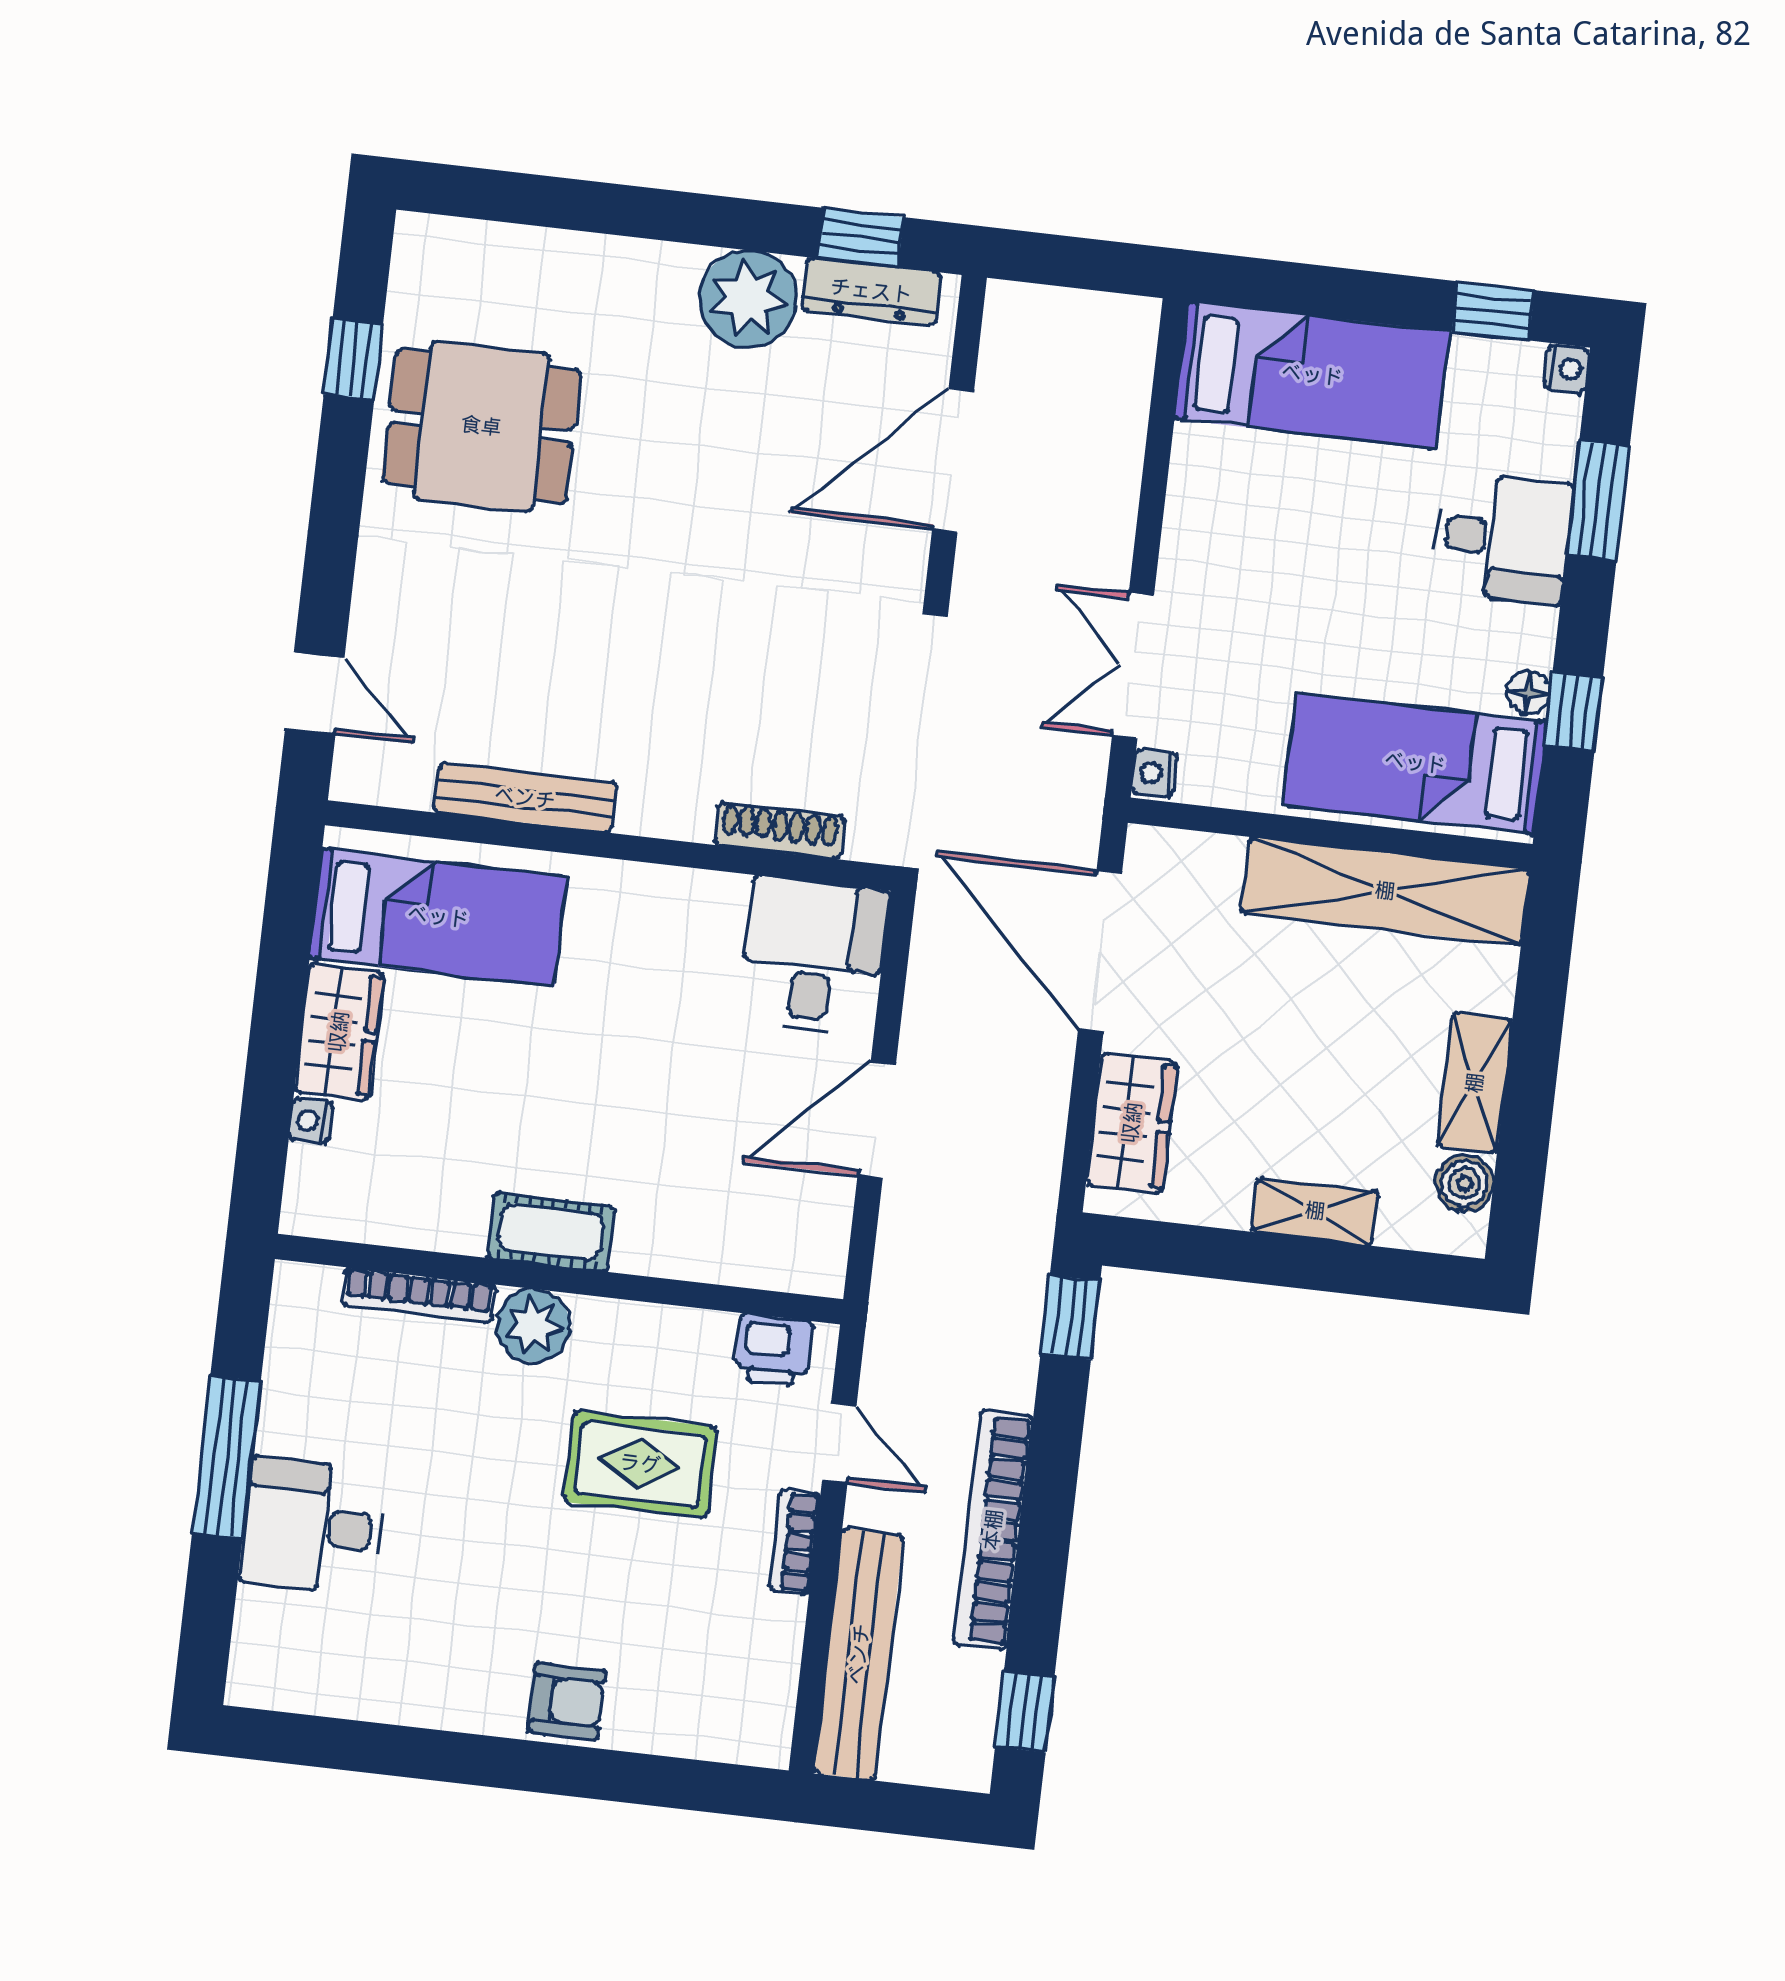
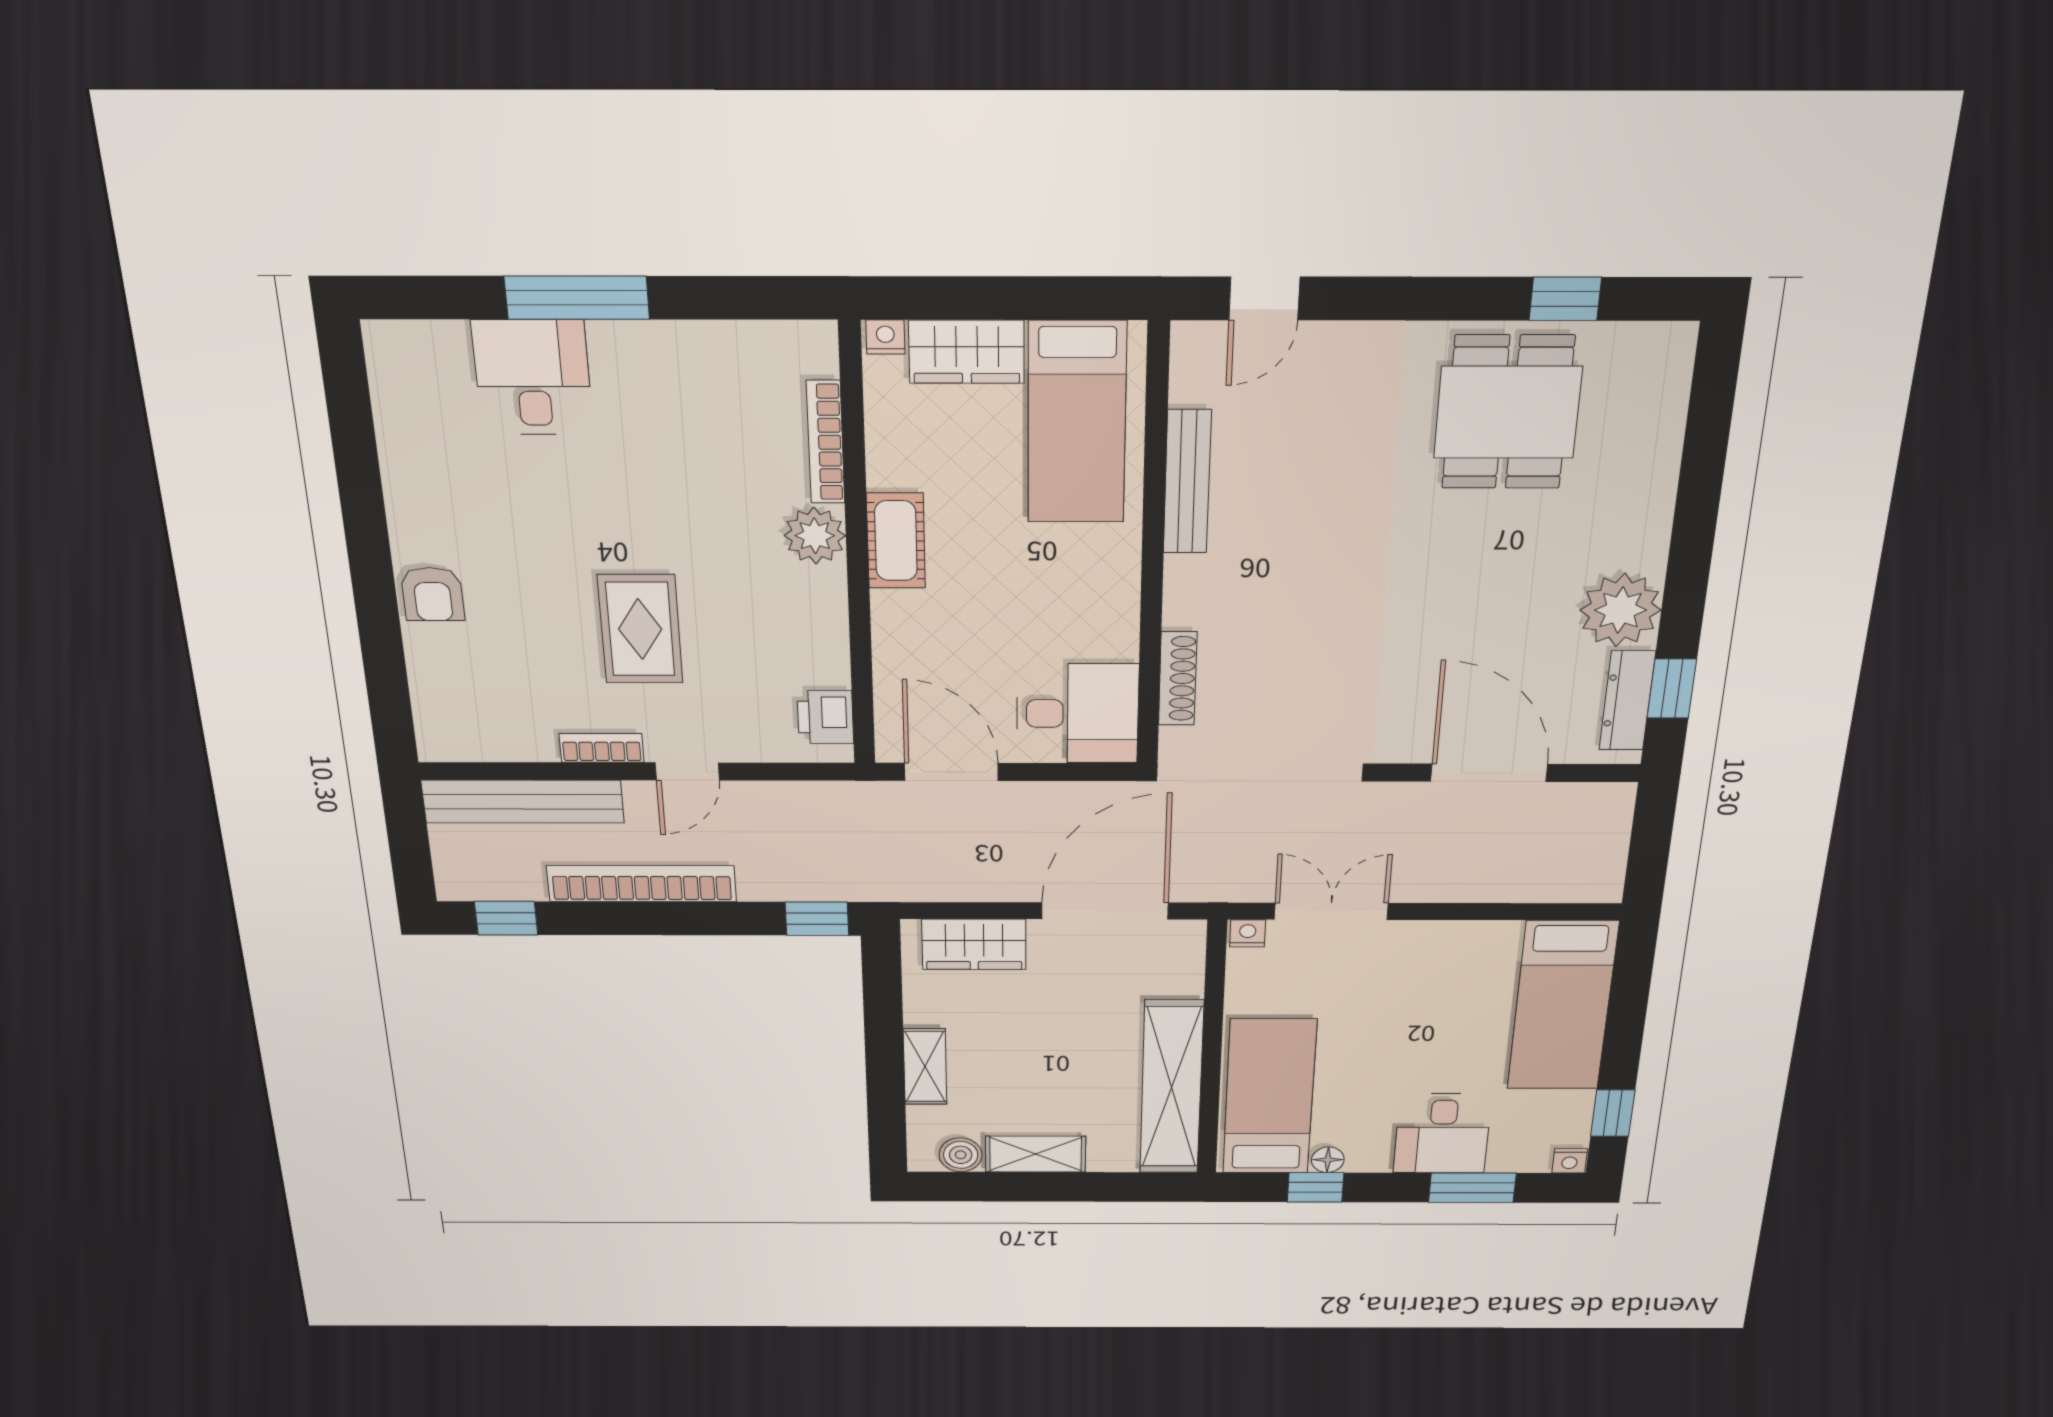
cot: (551, 1232) -> (896, 541), moved
wall: (559, 1279) -> (857, 551), moved
bookcase: (419, 1295) -> (826, 442), moved
plant: (533, 1326) -> (815, 536), moved
printer: (773, 1350) -> (825, 717), moved

